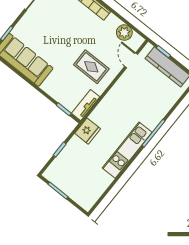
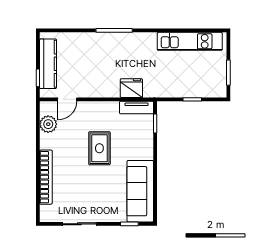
rug: (91, 67) -> (99, 148), moved
fridge: (88, 131) -> (131, 88), moved
kitchen unit: (127, 150) -> (190, 41), moved

